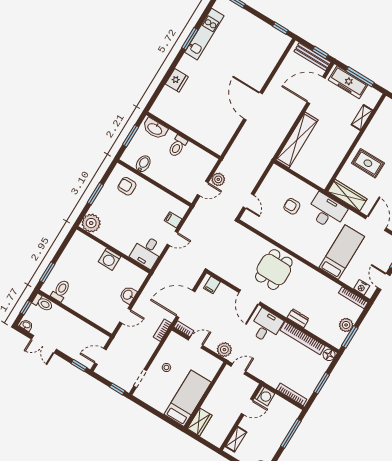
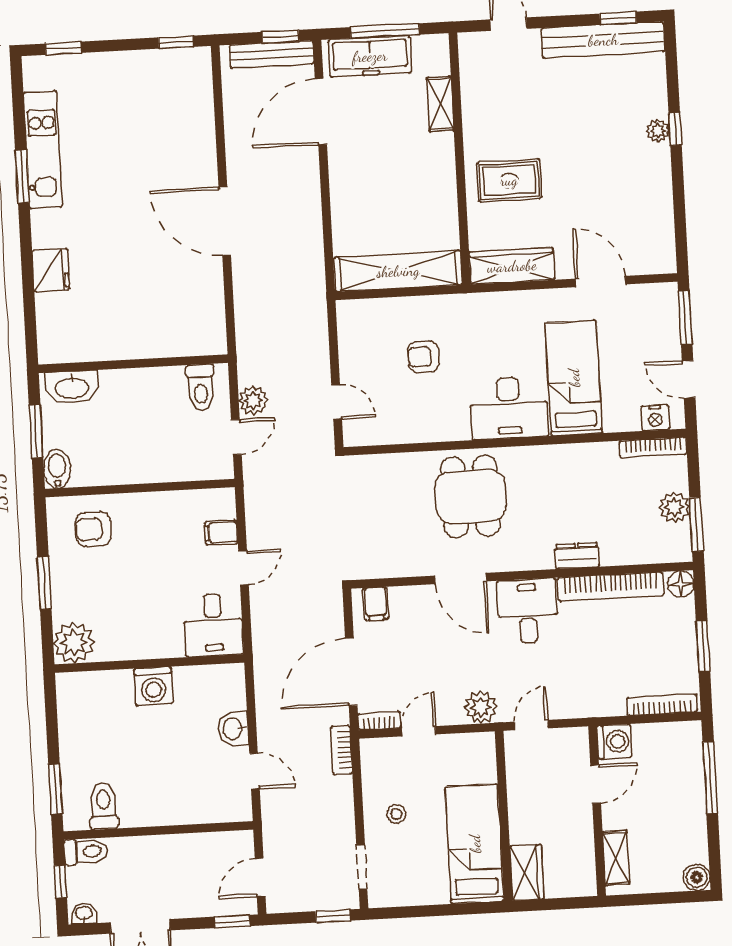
shelving: (297, 140) -> (398, 271), moved, turned 90
toilet: (178, 146) -> (201, 387), moved
bidet: (143, 164) -> (57, 469), moved
desk: (327, 211) -> (509, 408), moved, turned 180
door: (125, 316) -> (254, 771), hinge flipped

